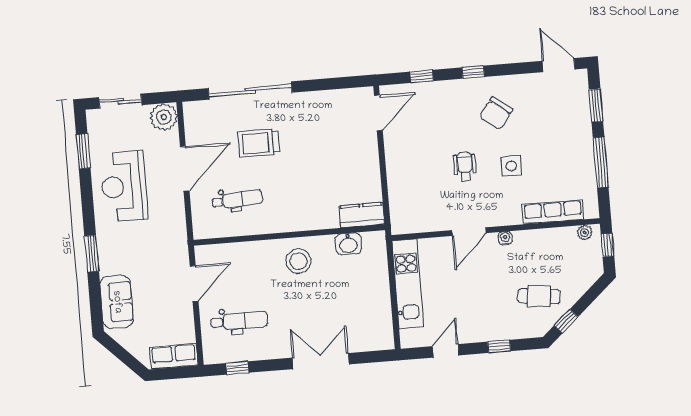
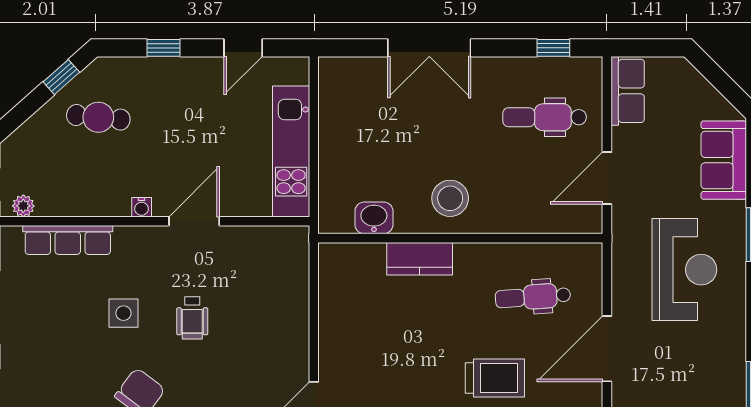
reception desk: (124, 187) -> (684, 270), moved
kitchen counter: (362, 215) -> (420, 259), moved
row of seats: (174, 356) -> (628, 91), moved, turned -90

